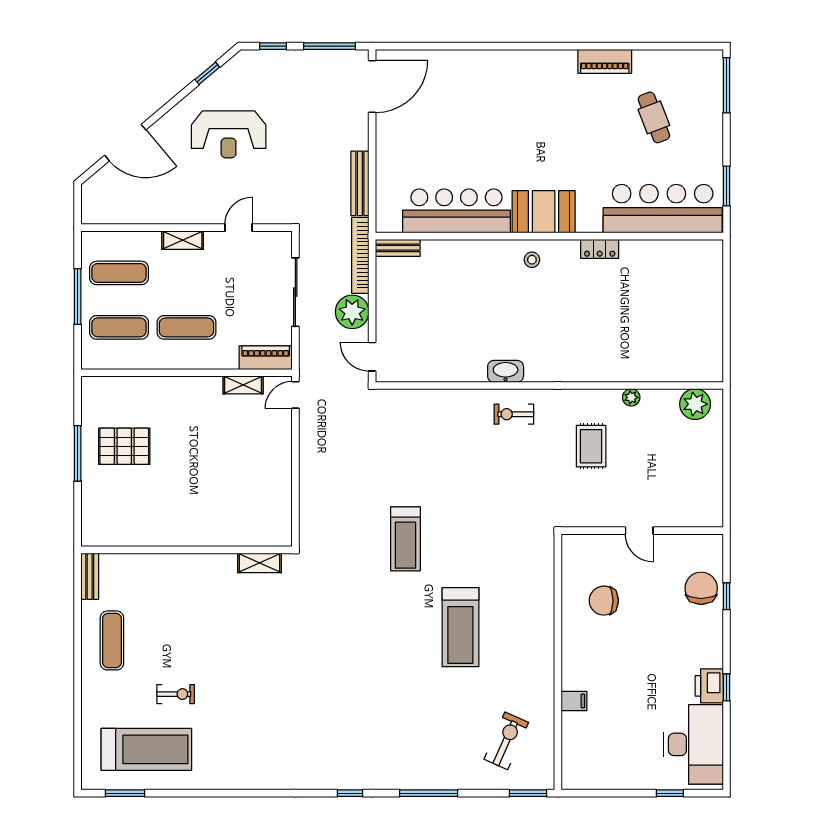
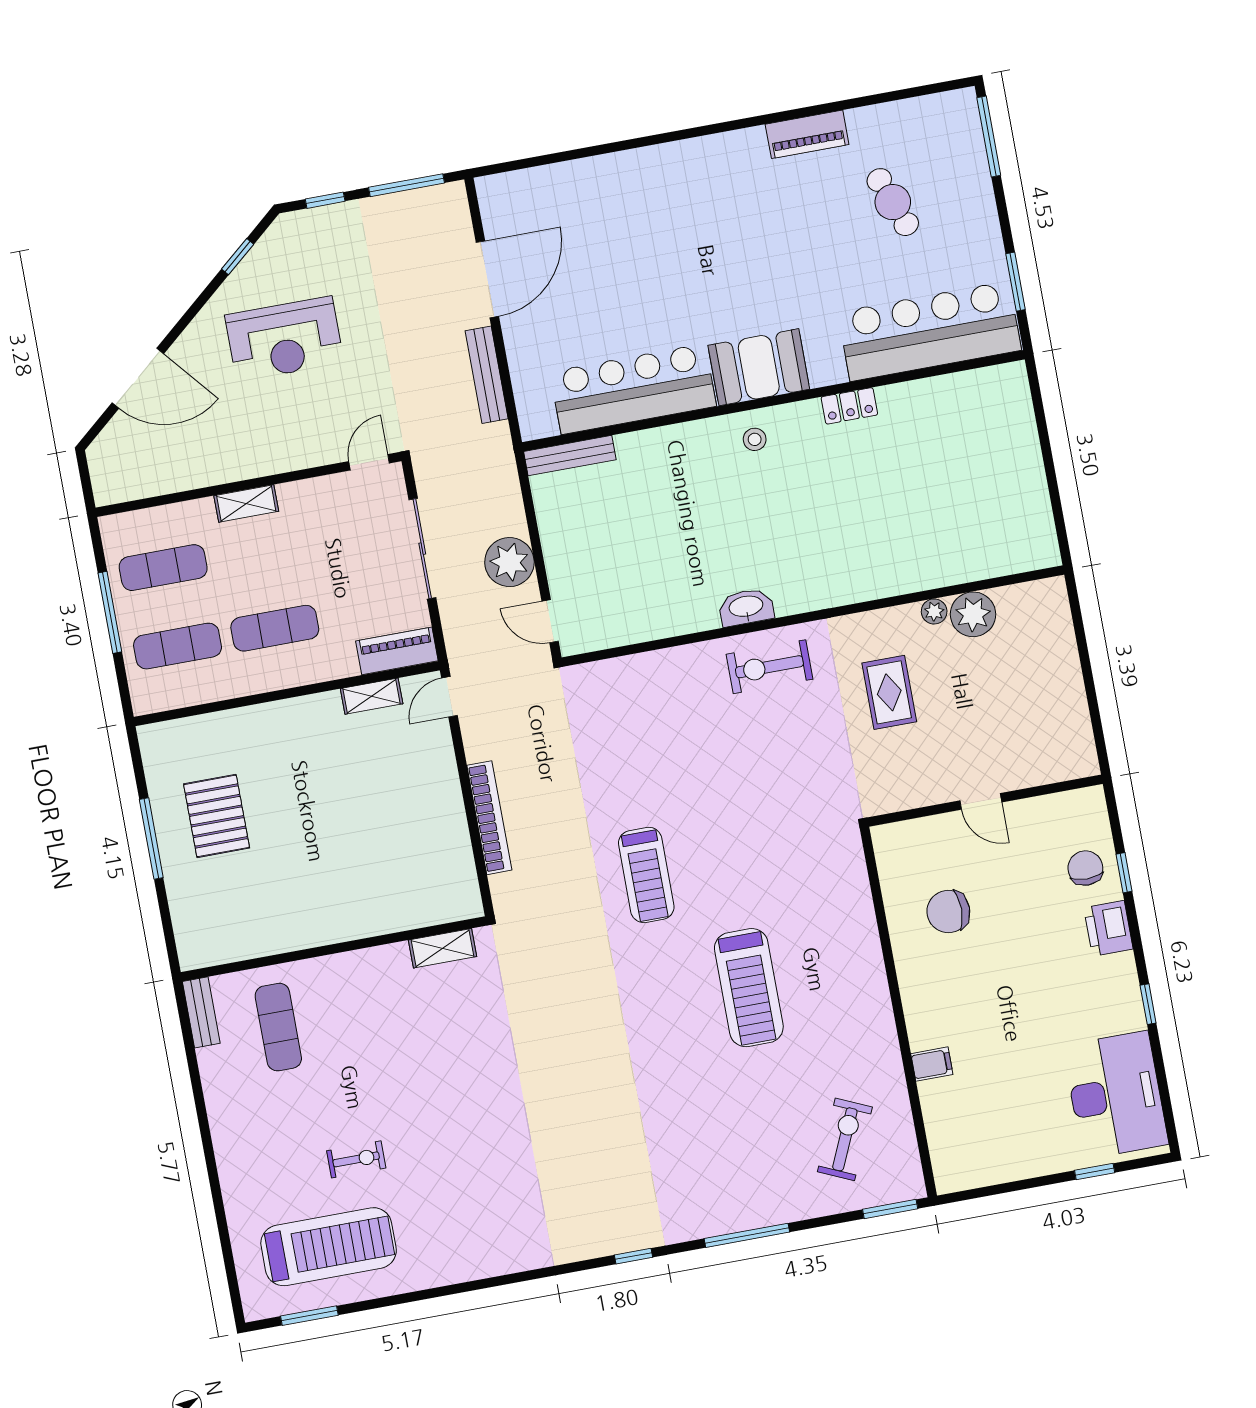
door: (372, 86) -> (487, 279), moved
door: (238, 228) -> (369, 462), moved
bench: (398, 248) -> (570, 456), width x1.36
bookcase: (360, 255) -> (489, 818), moved, turned 180
plant: (695, 404) -> (973, 614), moved
exercise bike: (514, 414) -> (769, 667), width x1.38, depth x1.39
pallet: (124, 446) -> (217, 816), turned 90
chair: (701, 588) -> (1085, 868), width x0.73, depth x0.73
exercise mat: (112, 640) -> (278, 1027), moved
printer: (709, 686) -> (1108, 928), moved

